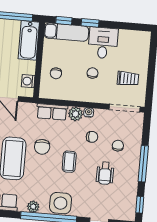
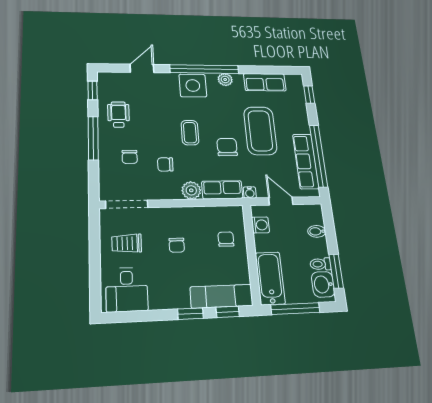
desk: (103, 43) -> (127, 290), moved
water cooler: (89, 112) -> (250, 192), moved
wheelchair: (105, 173) -> (118, 115), moved

